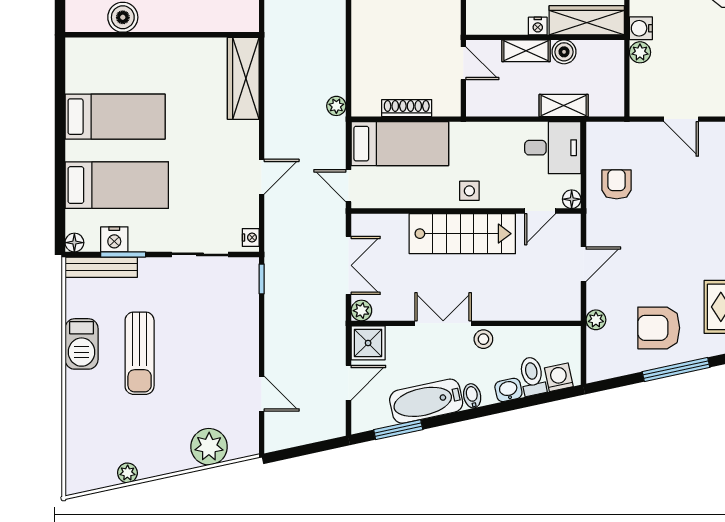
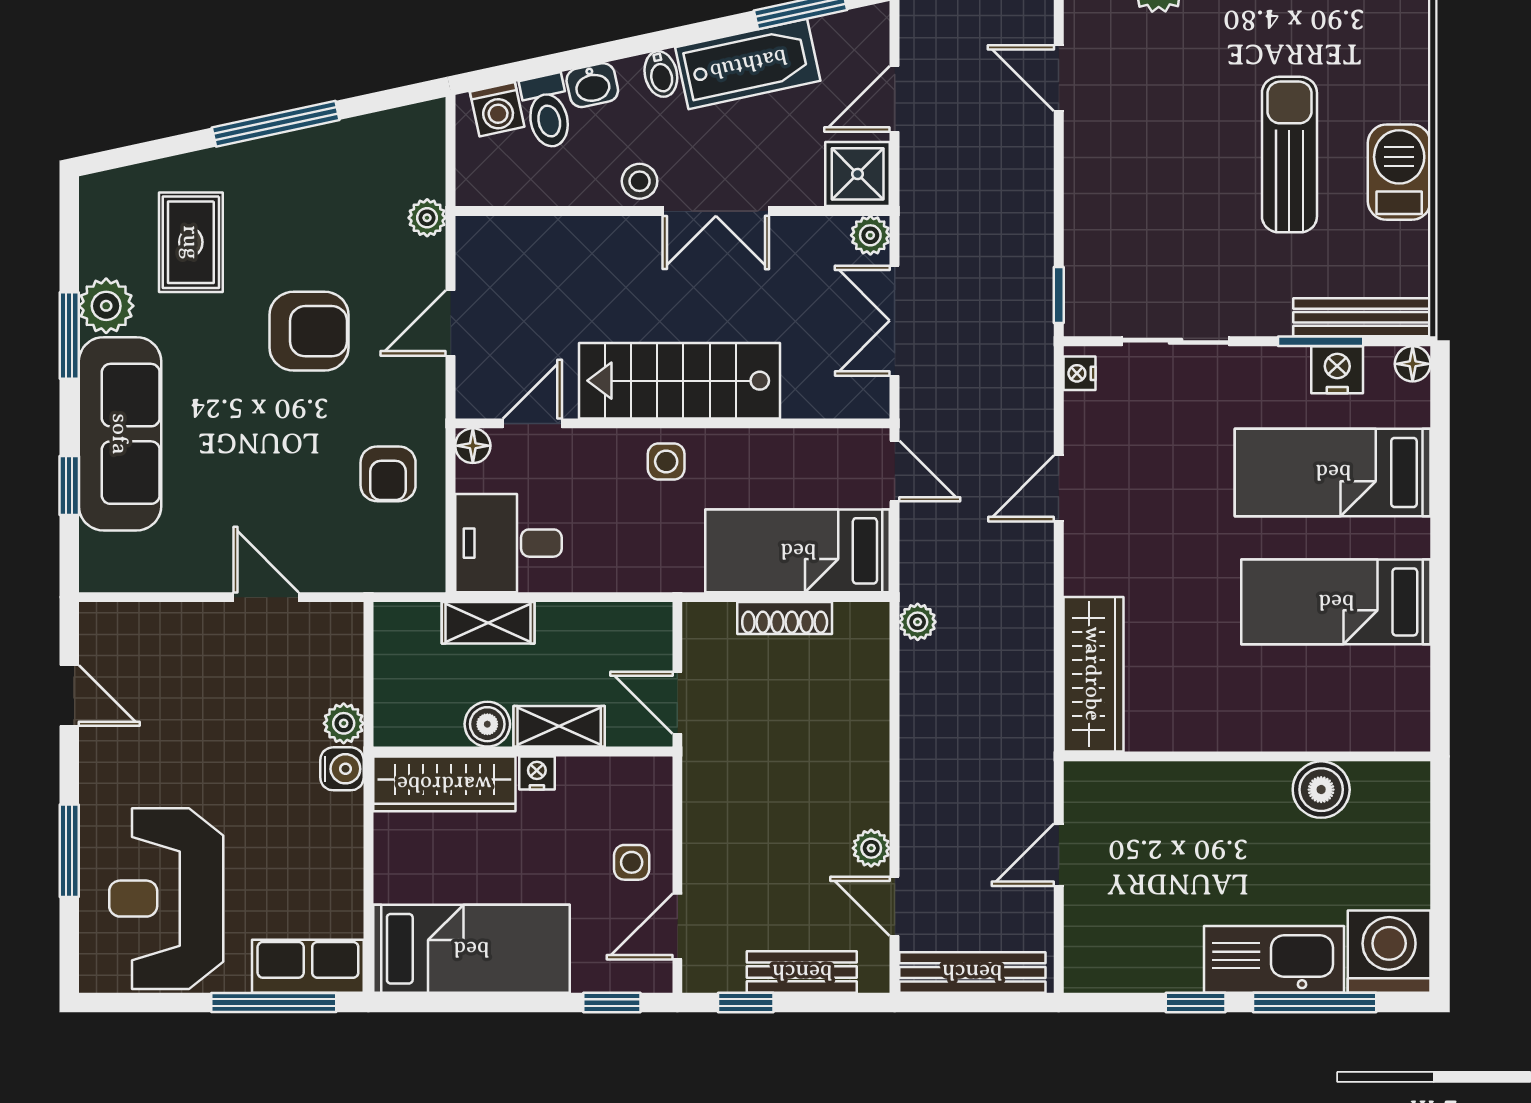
armchair: (659, 328) -> (309, 331), moved

